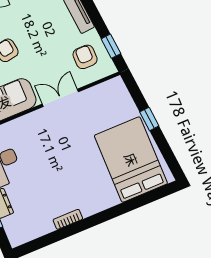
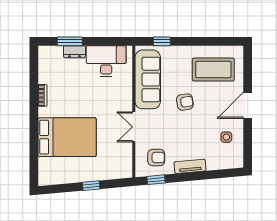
double door: (60, 98) -> (134, 127), swing flipped
bed: (131, 160) -> (67, 137), moved

